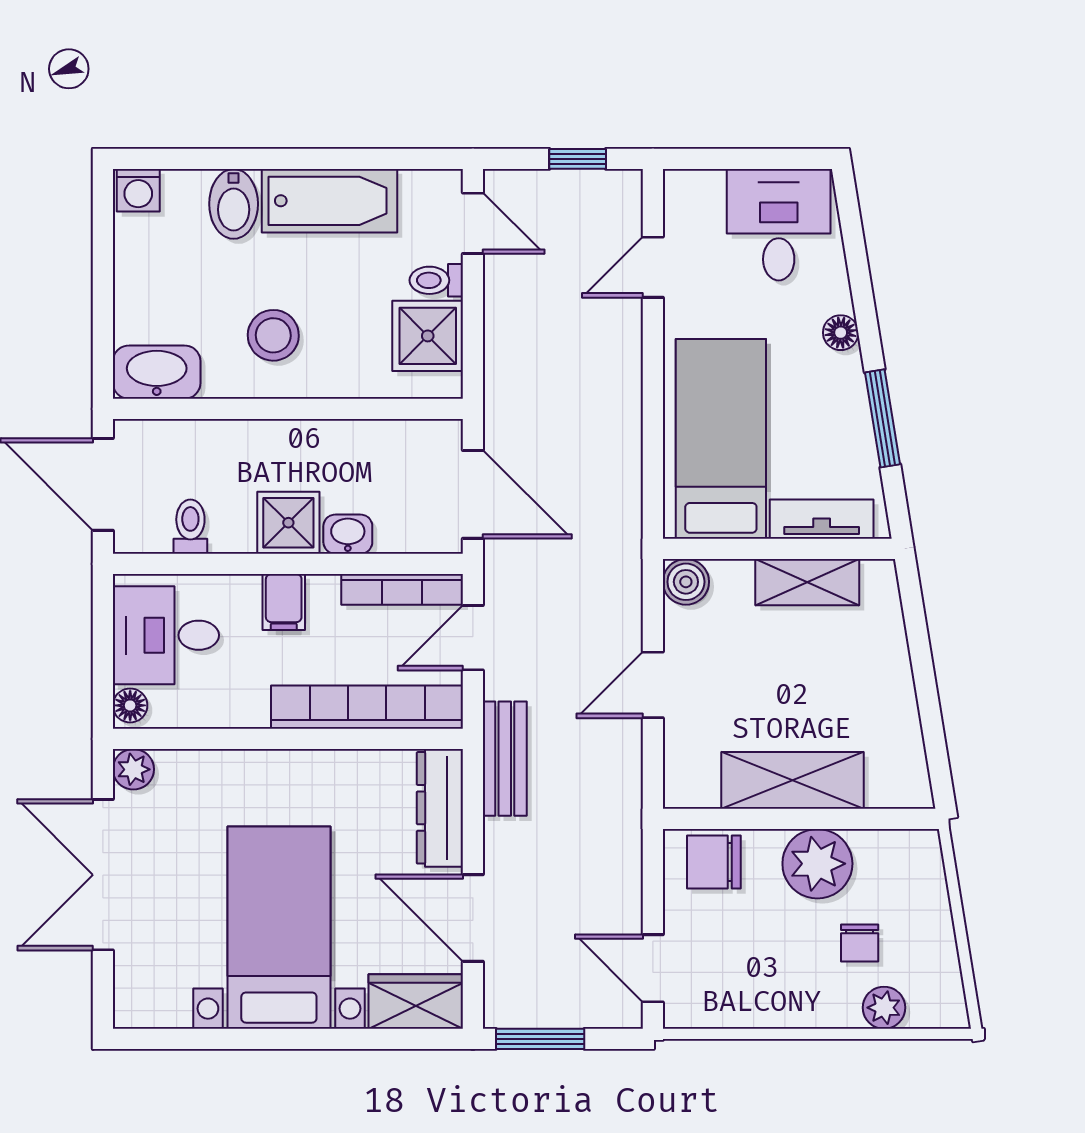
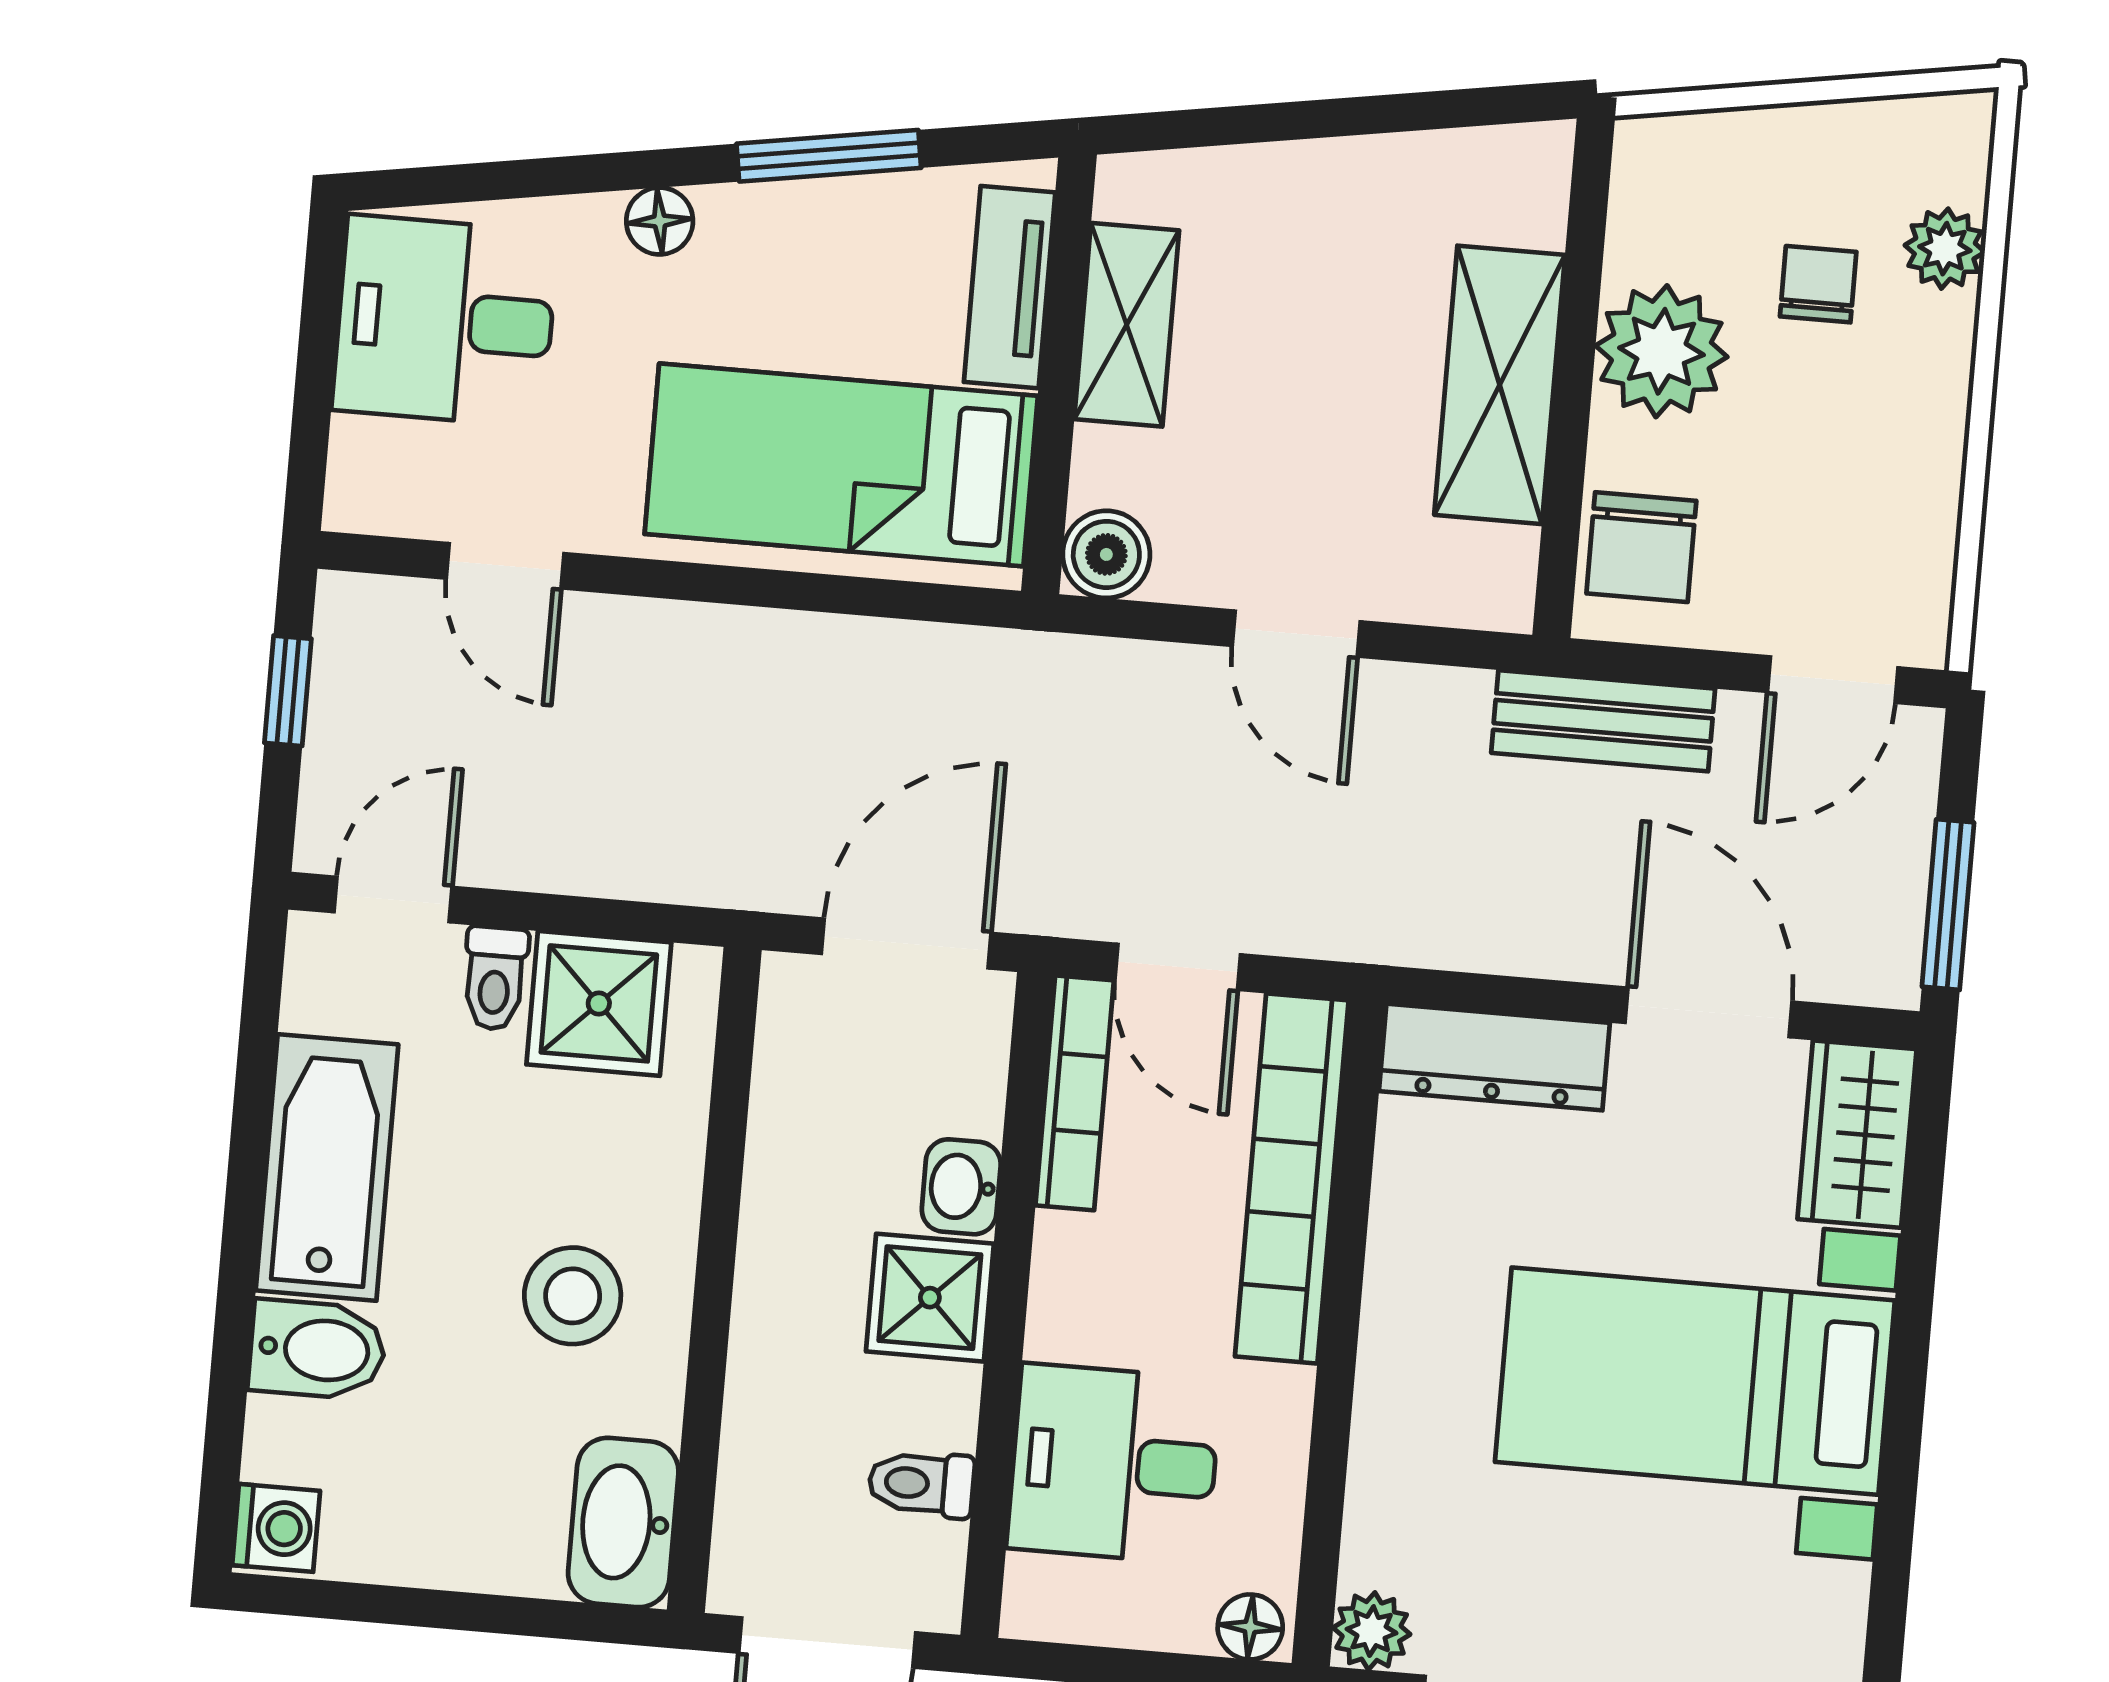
filing cabinet: (284, 602) -> (1079, 1319), removed
desk: (166, 635) -> (1114, 1464), moved, turned 90
bench: (505, 759) -> (1603, 721), moved
door: (473, 918) -> (1708, 1012), swing flipped
chair: (860, 943) -> (1818, 284), turned -90

